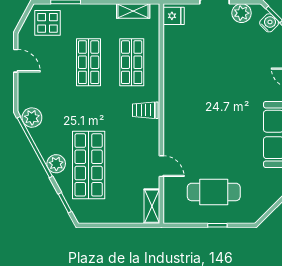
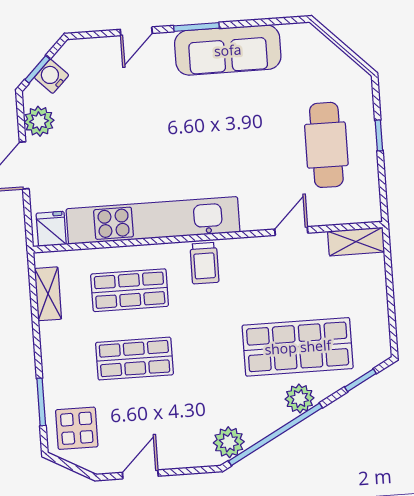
kitchen unit: (174, 80) -> (153, 220), added

